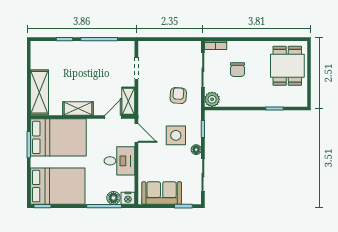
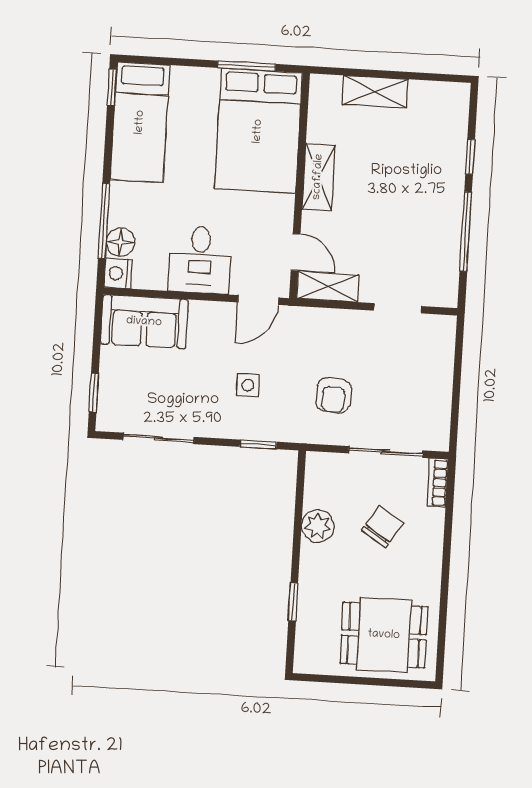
chair: (237, 70) -> (382, 527), turned 123
shelving: (39, 92) -> (375, 92), width x0.67, depth x0.75
armchair: (178, 96) -> (334, 395), turned 89
plant: (212, 99) -> (318, 526), moved
side table: (176, 135) -> (248, 385), width x0.54, depth x0.54
floor lamp: (196, 150) -> (214, 427), removed
bed: (58, 186) -> (140, 122), width x0.67
sofa: (162, 193) -> (144, 322), moved, turned 90

